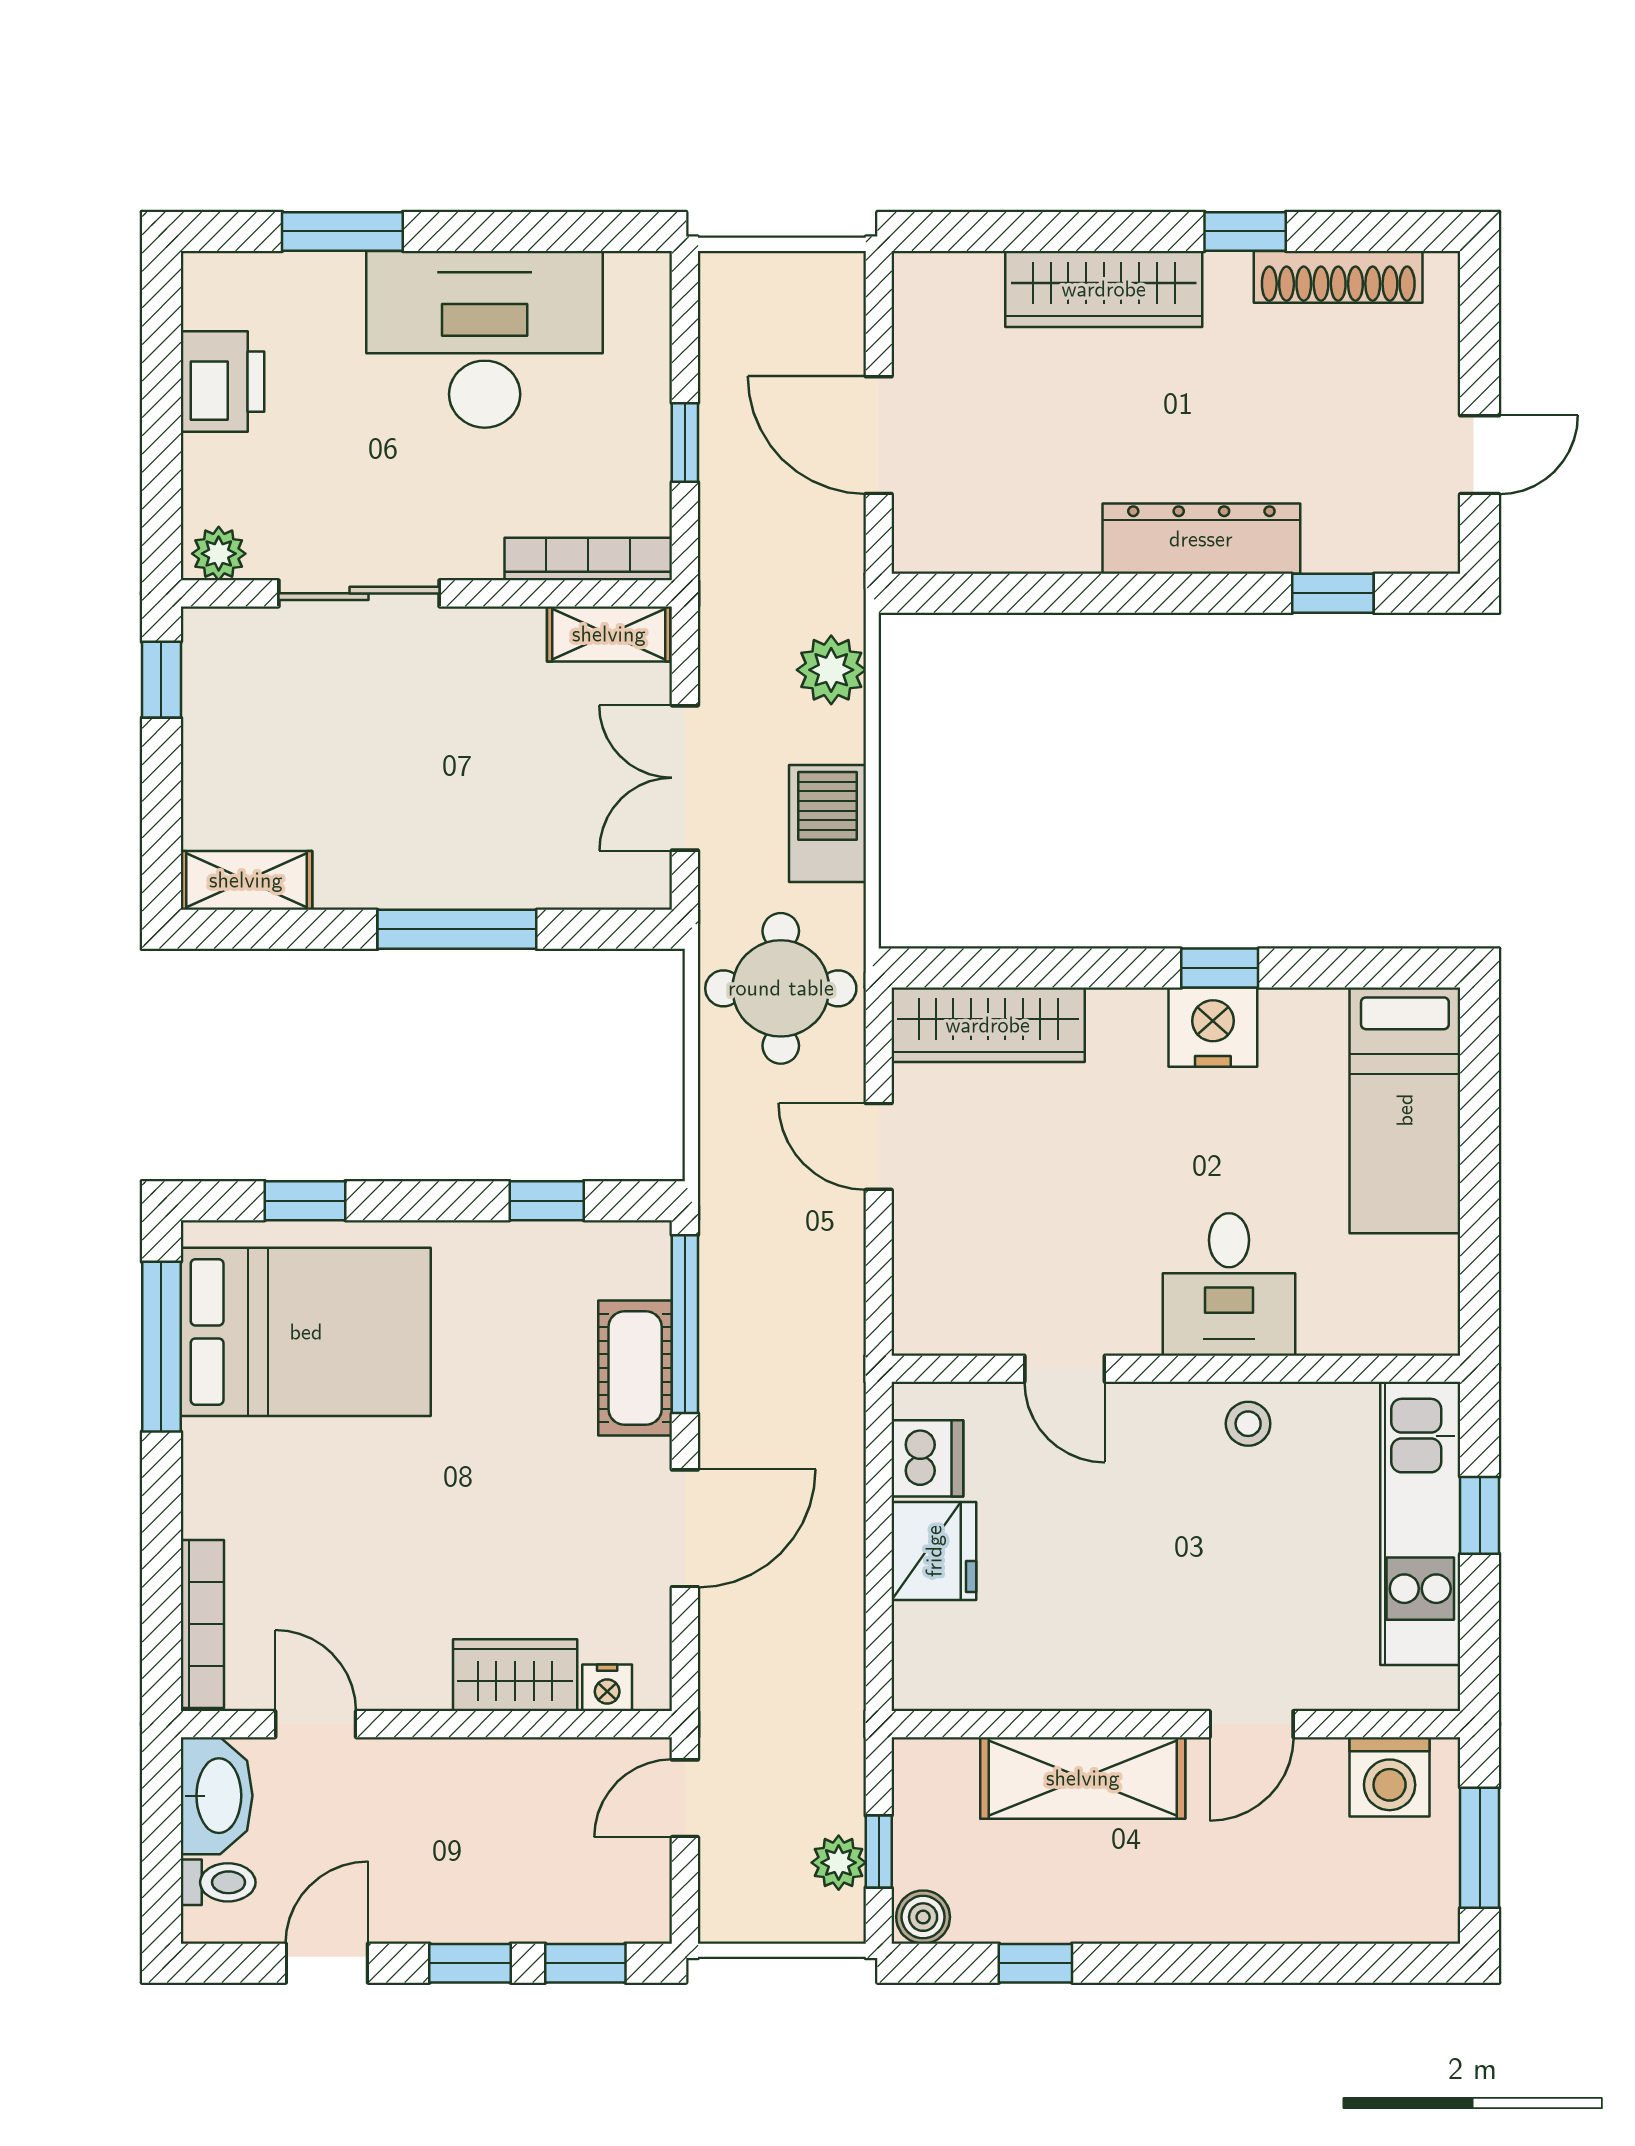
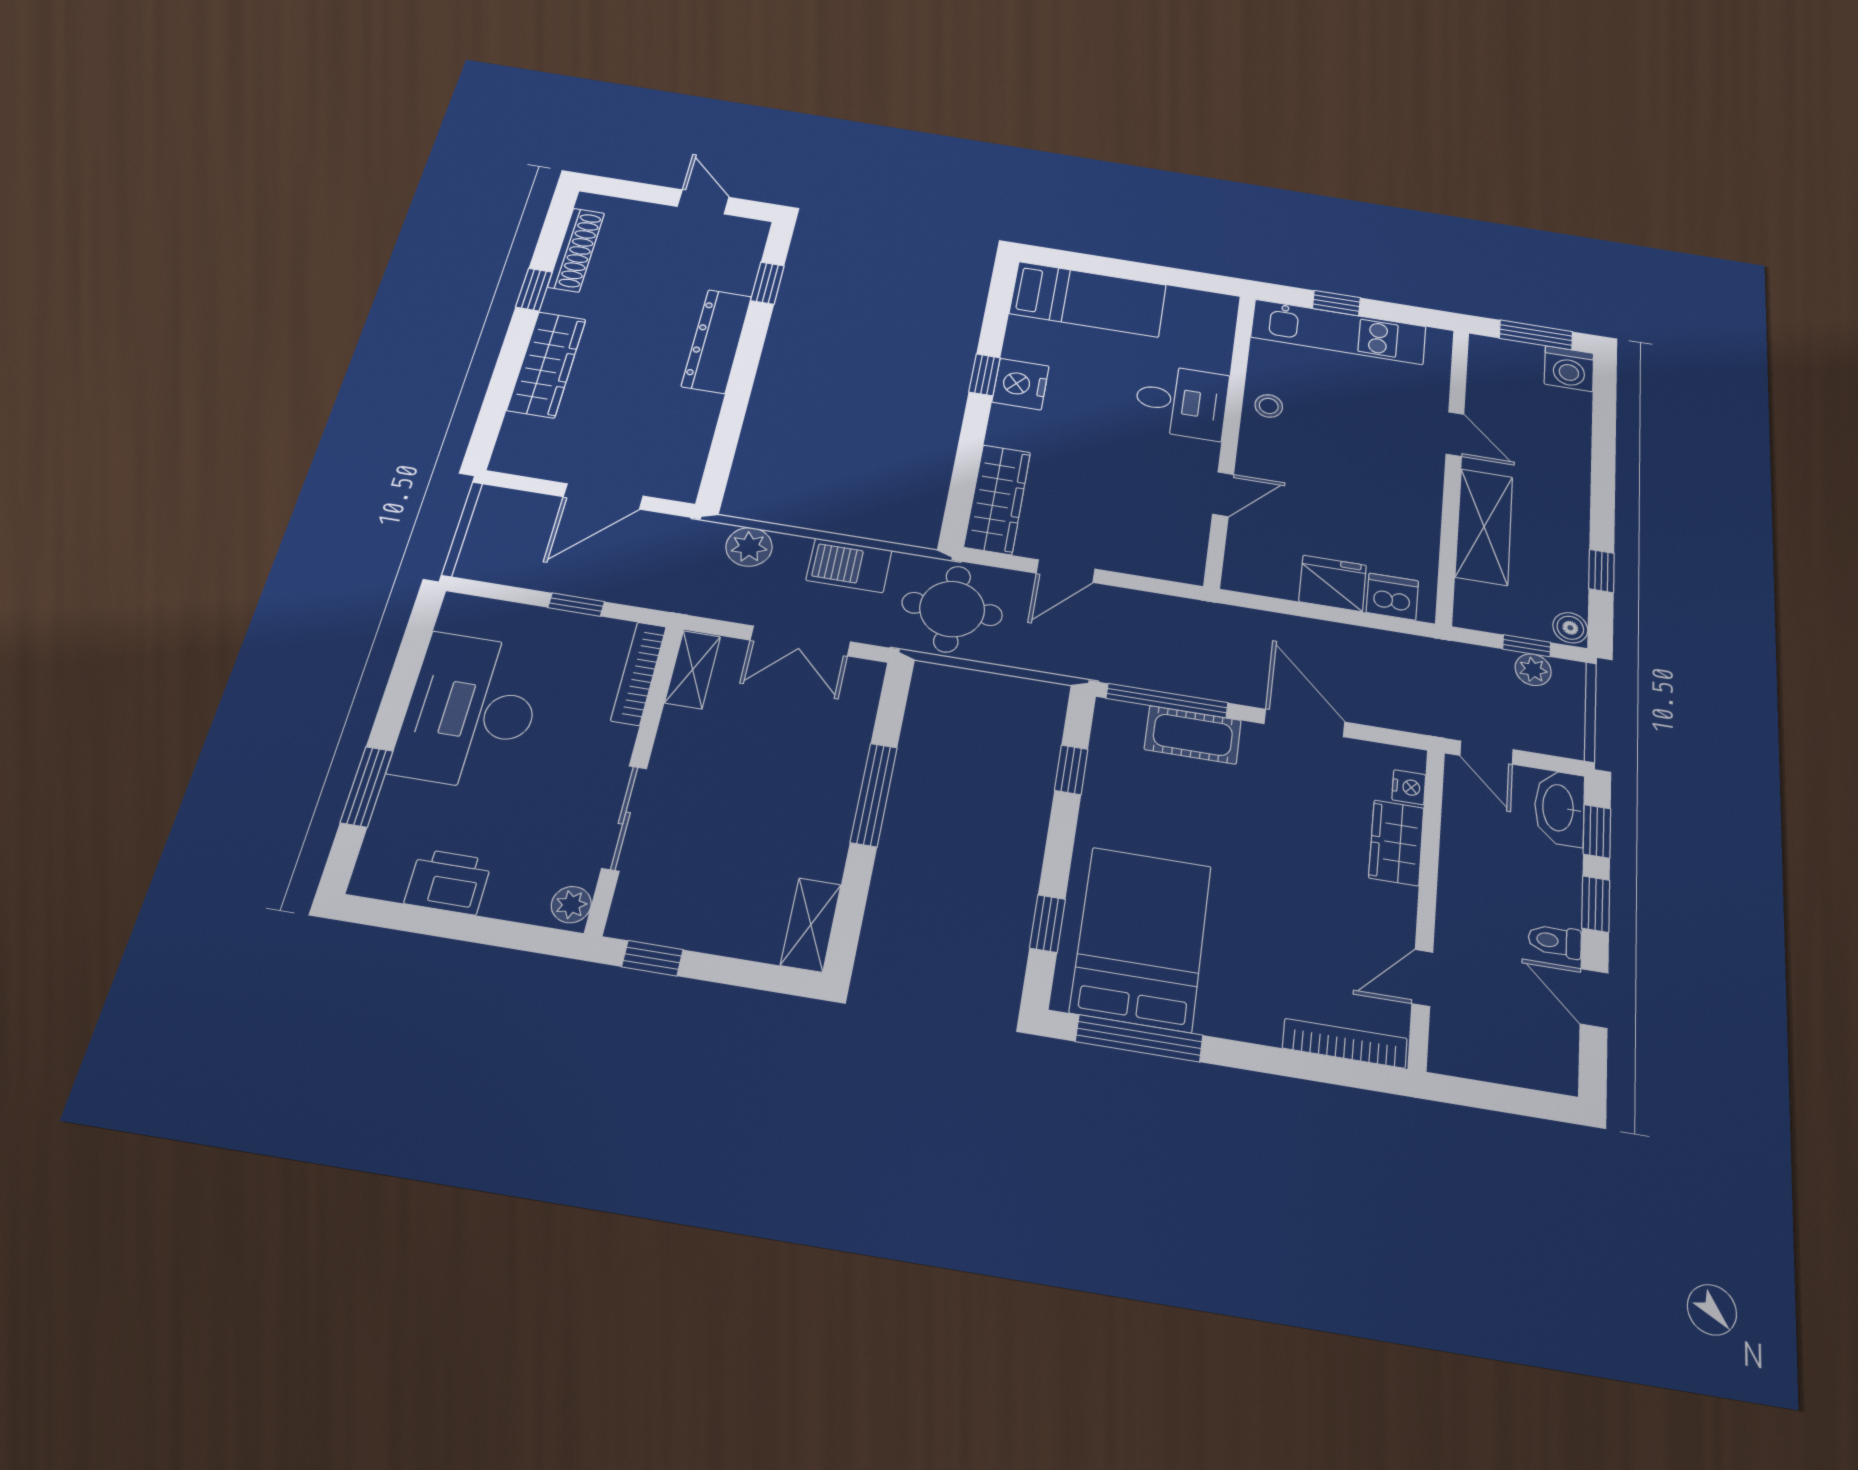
dishwasher: (927, 1458) -> (1392, 597), moved
washing machine: (1390, 1777) -> (1569, 369), moved, turned 90
washbasin: (217, 1796) -> (1559, 808), moved, turned -90
toilet: (218, 1882) -> (1555, 941), moved, turned -90

